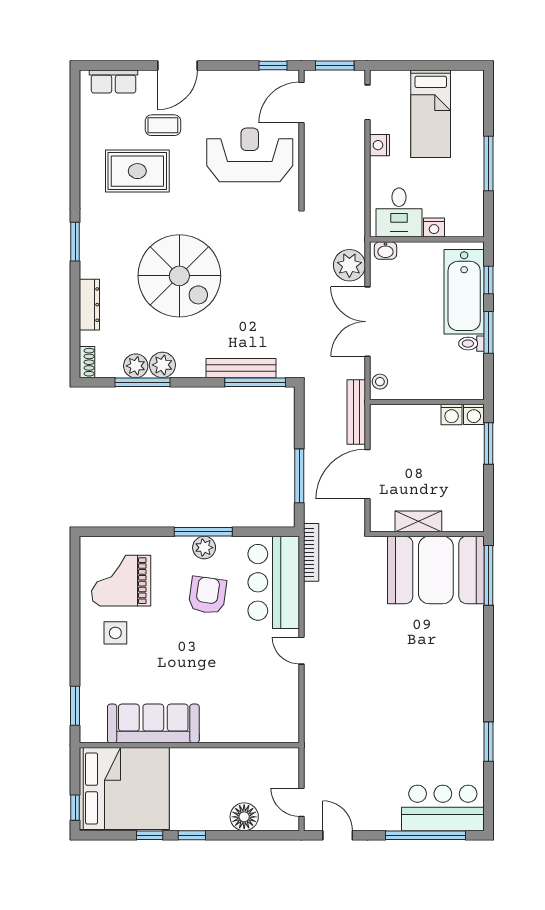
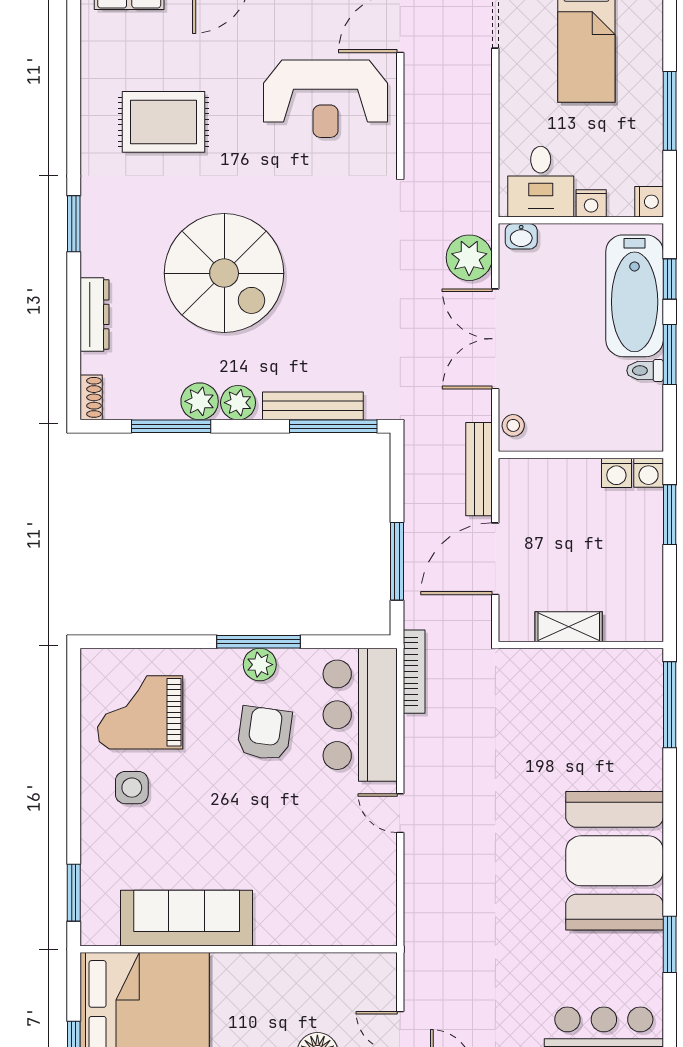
coffee table: (163, 125) -> (200, 56), removed
nightstand: (380, 145) -> (649, 202), moved, turned 180
reception desk: (250, 155) -> (326, 99), turned 180
plant: (136, 366) -> (238, 403), moved
booth: (436, 570) -> (615, 861), moved, turned 90

